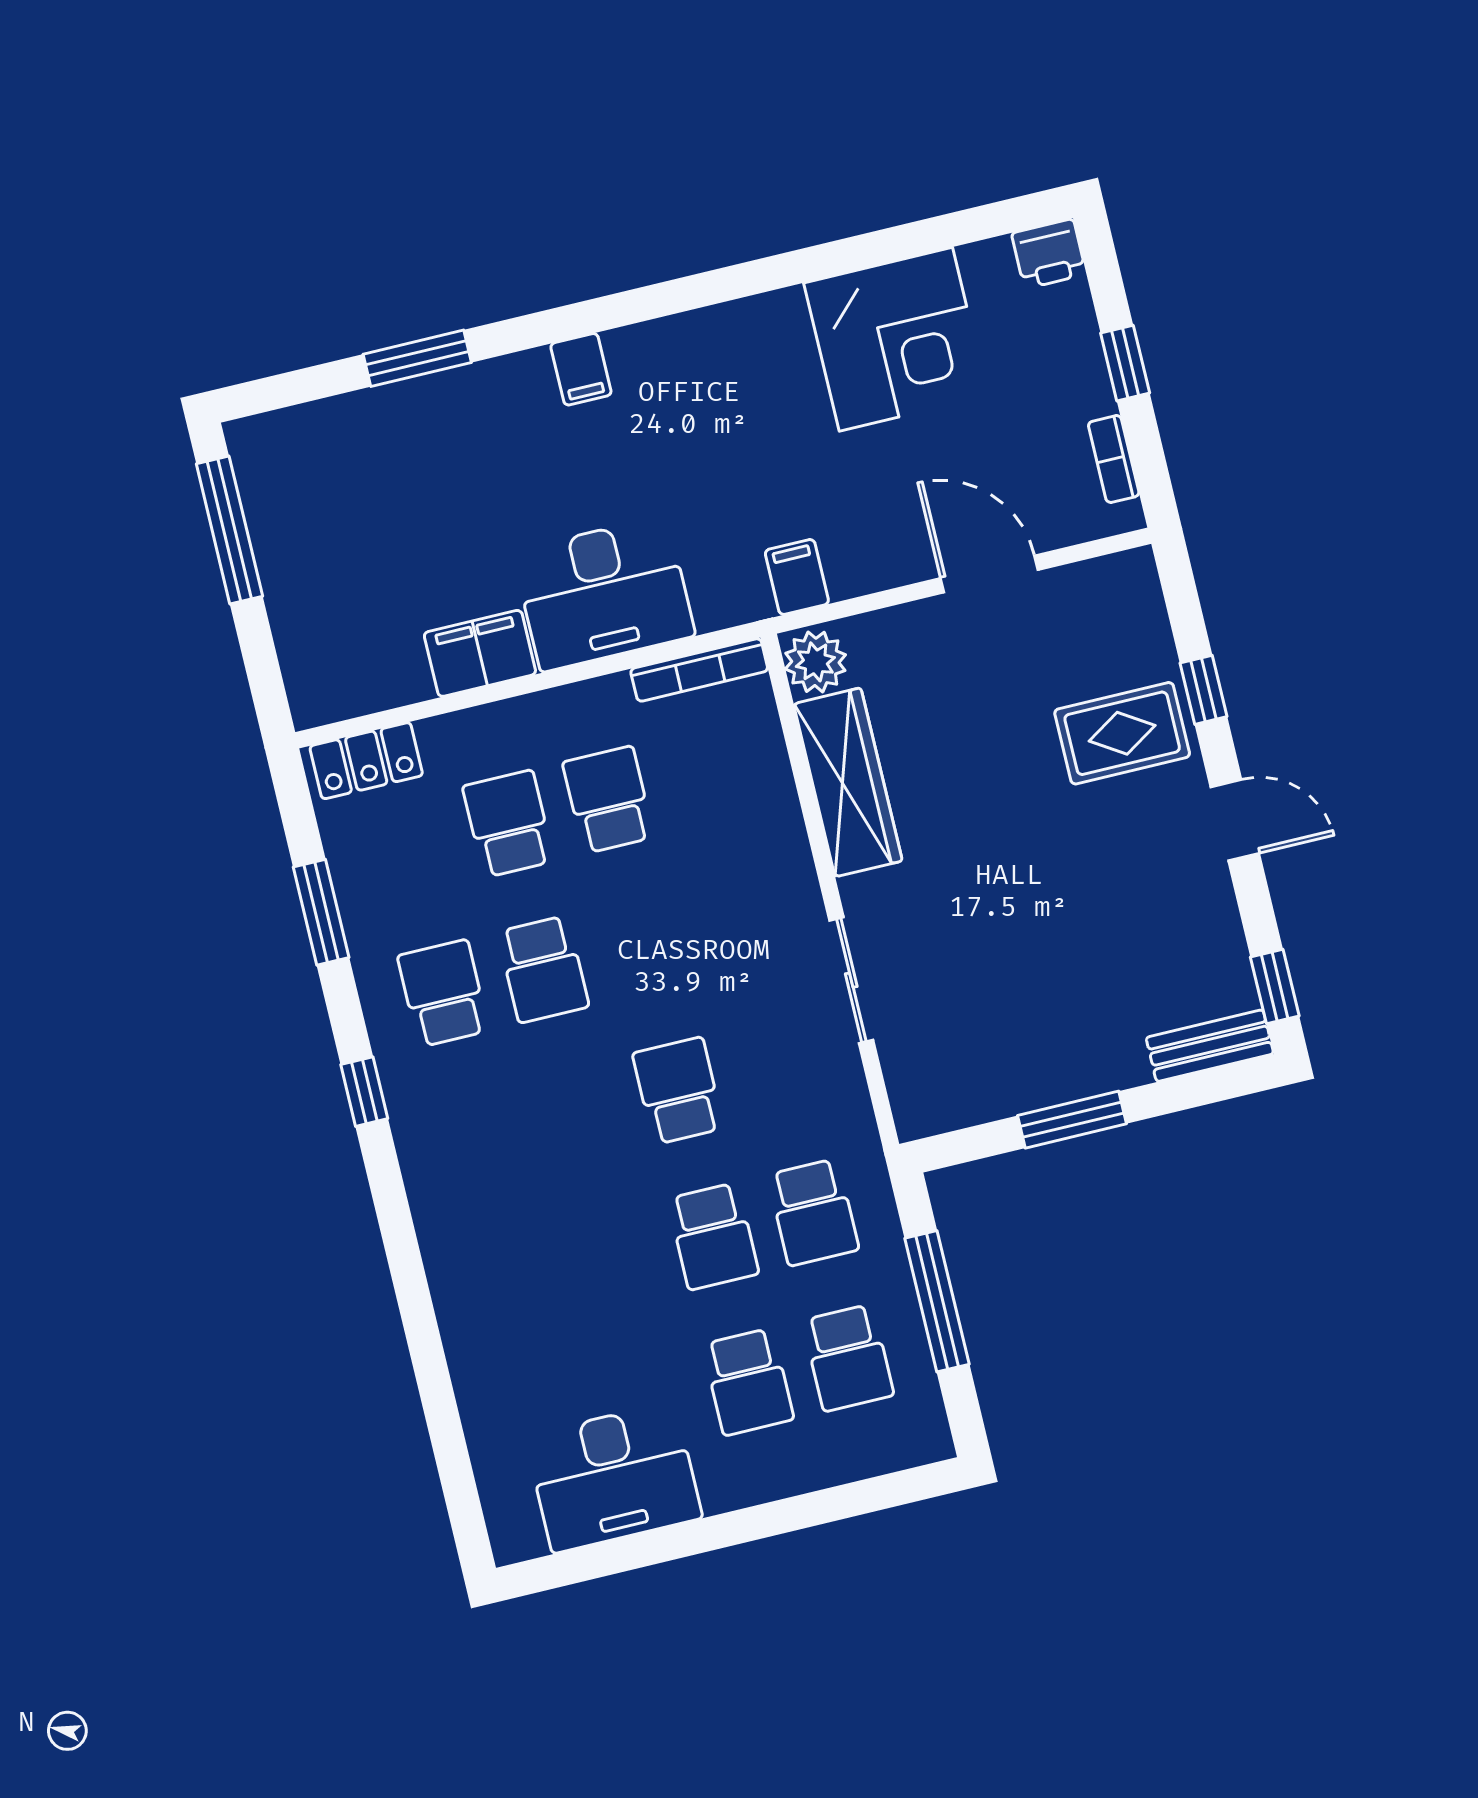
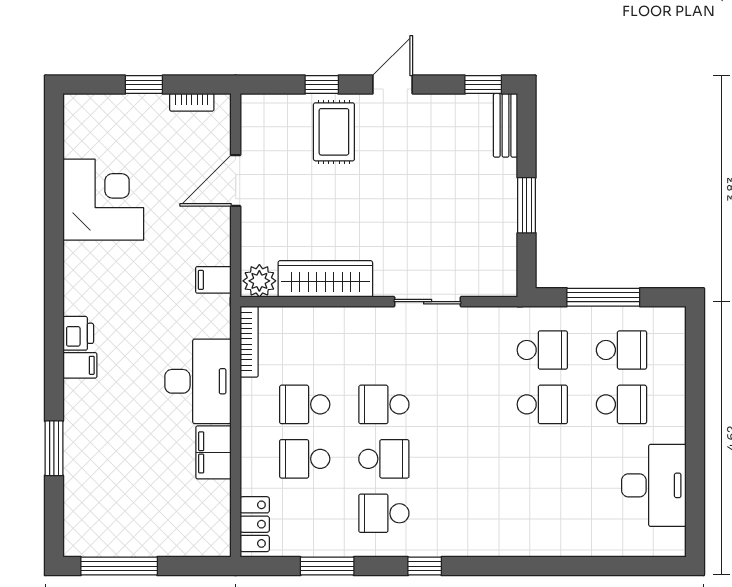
printer: (1049, 254) -> (78, 333), moved
school desk: (678, 1091) -> (384, 404), moved

